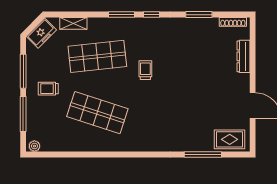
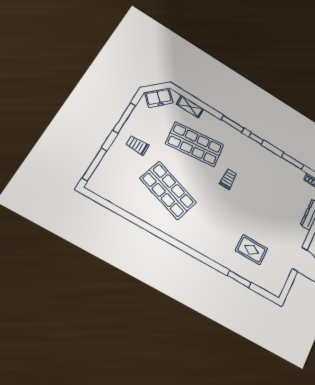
window: (23, 114) -> (94, 164), moved
rug: (230, 139) -> (251, 250), moved
plant: (34, 146) -> (94, 187), removed
window: (203, 154) -> (239, 279), width x0.69

